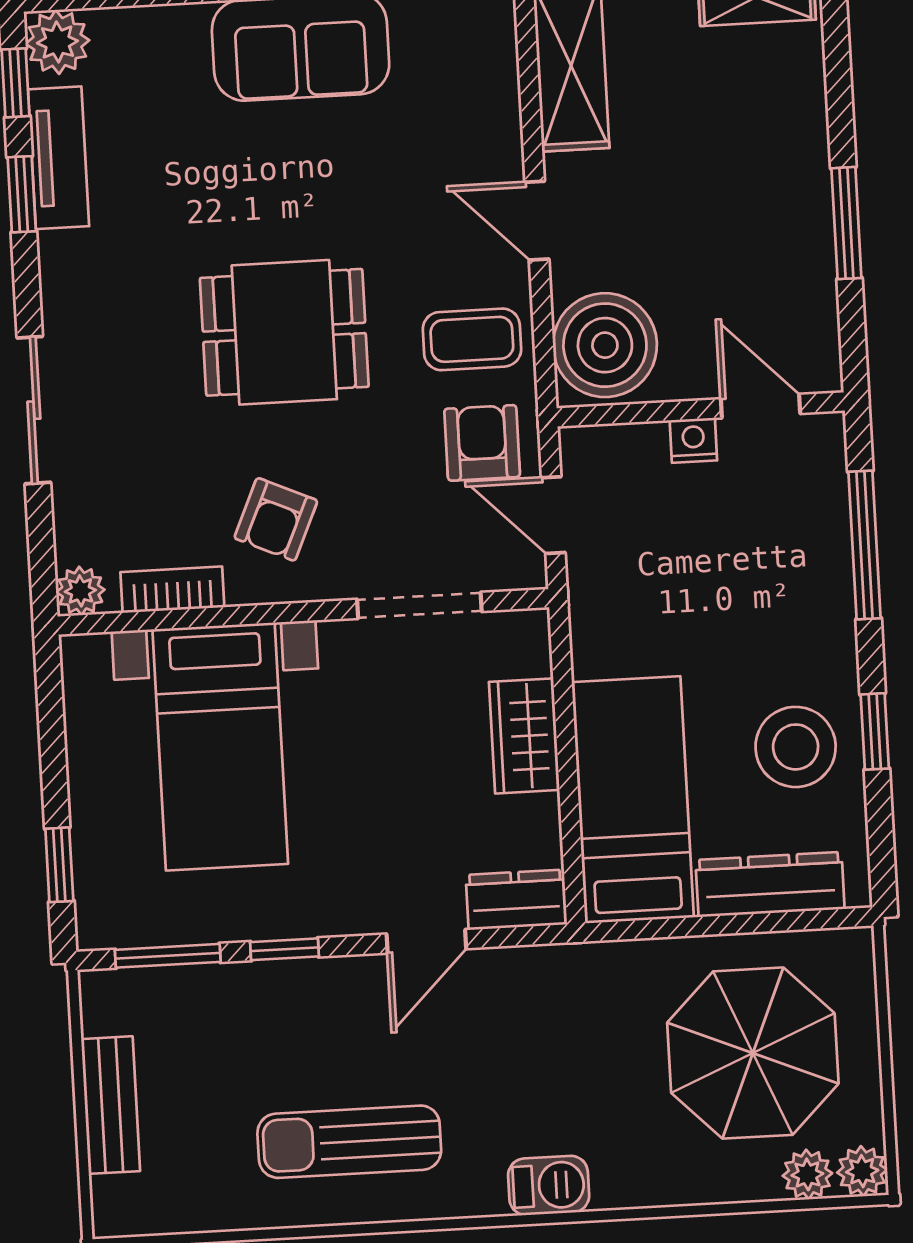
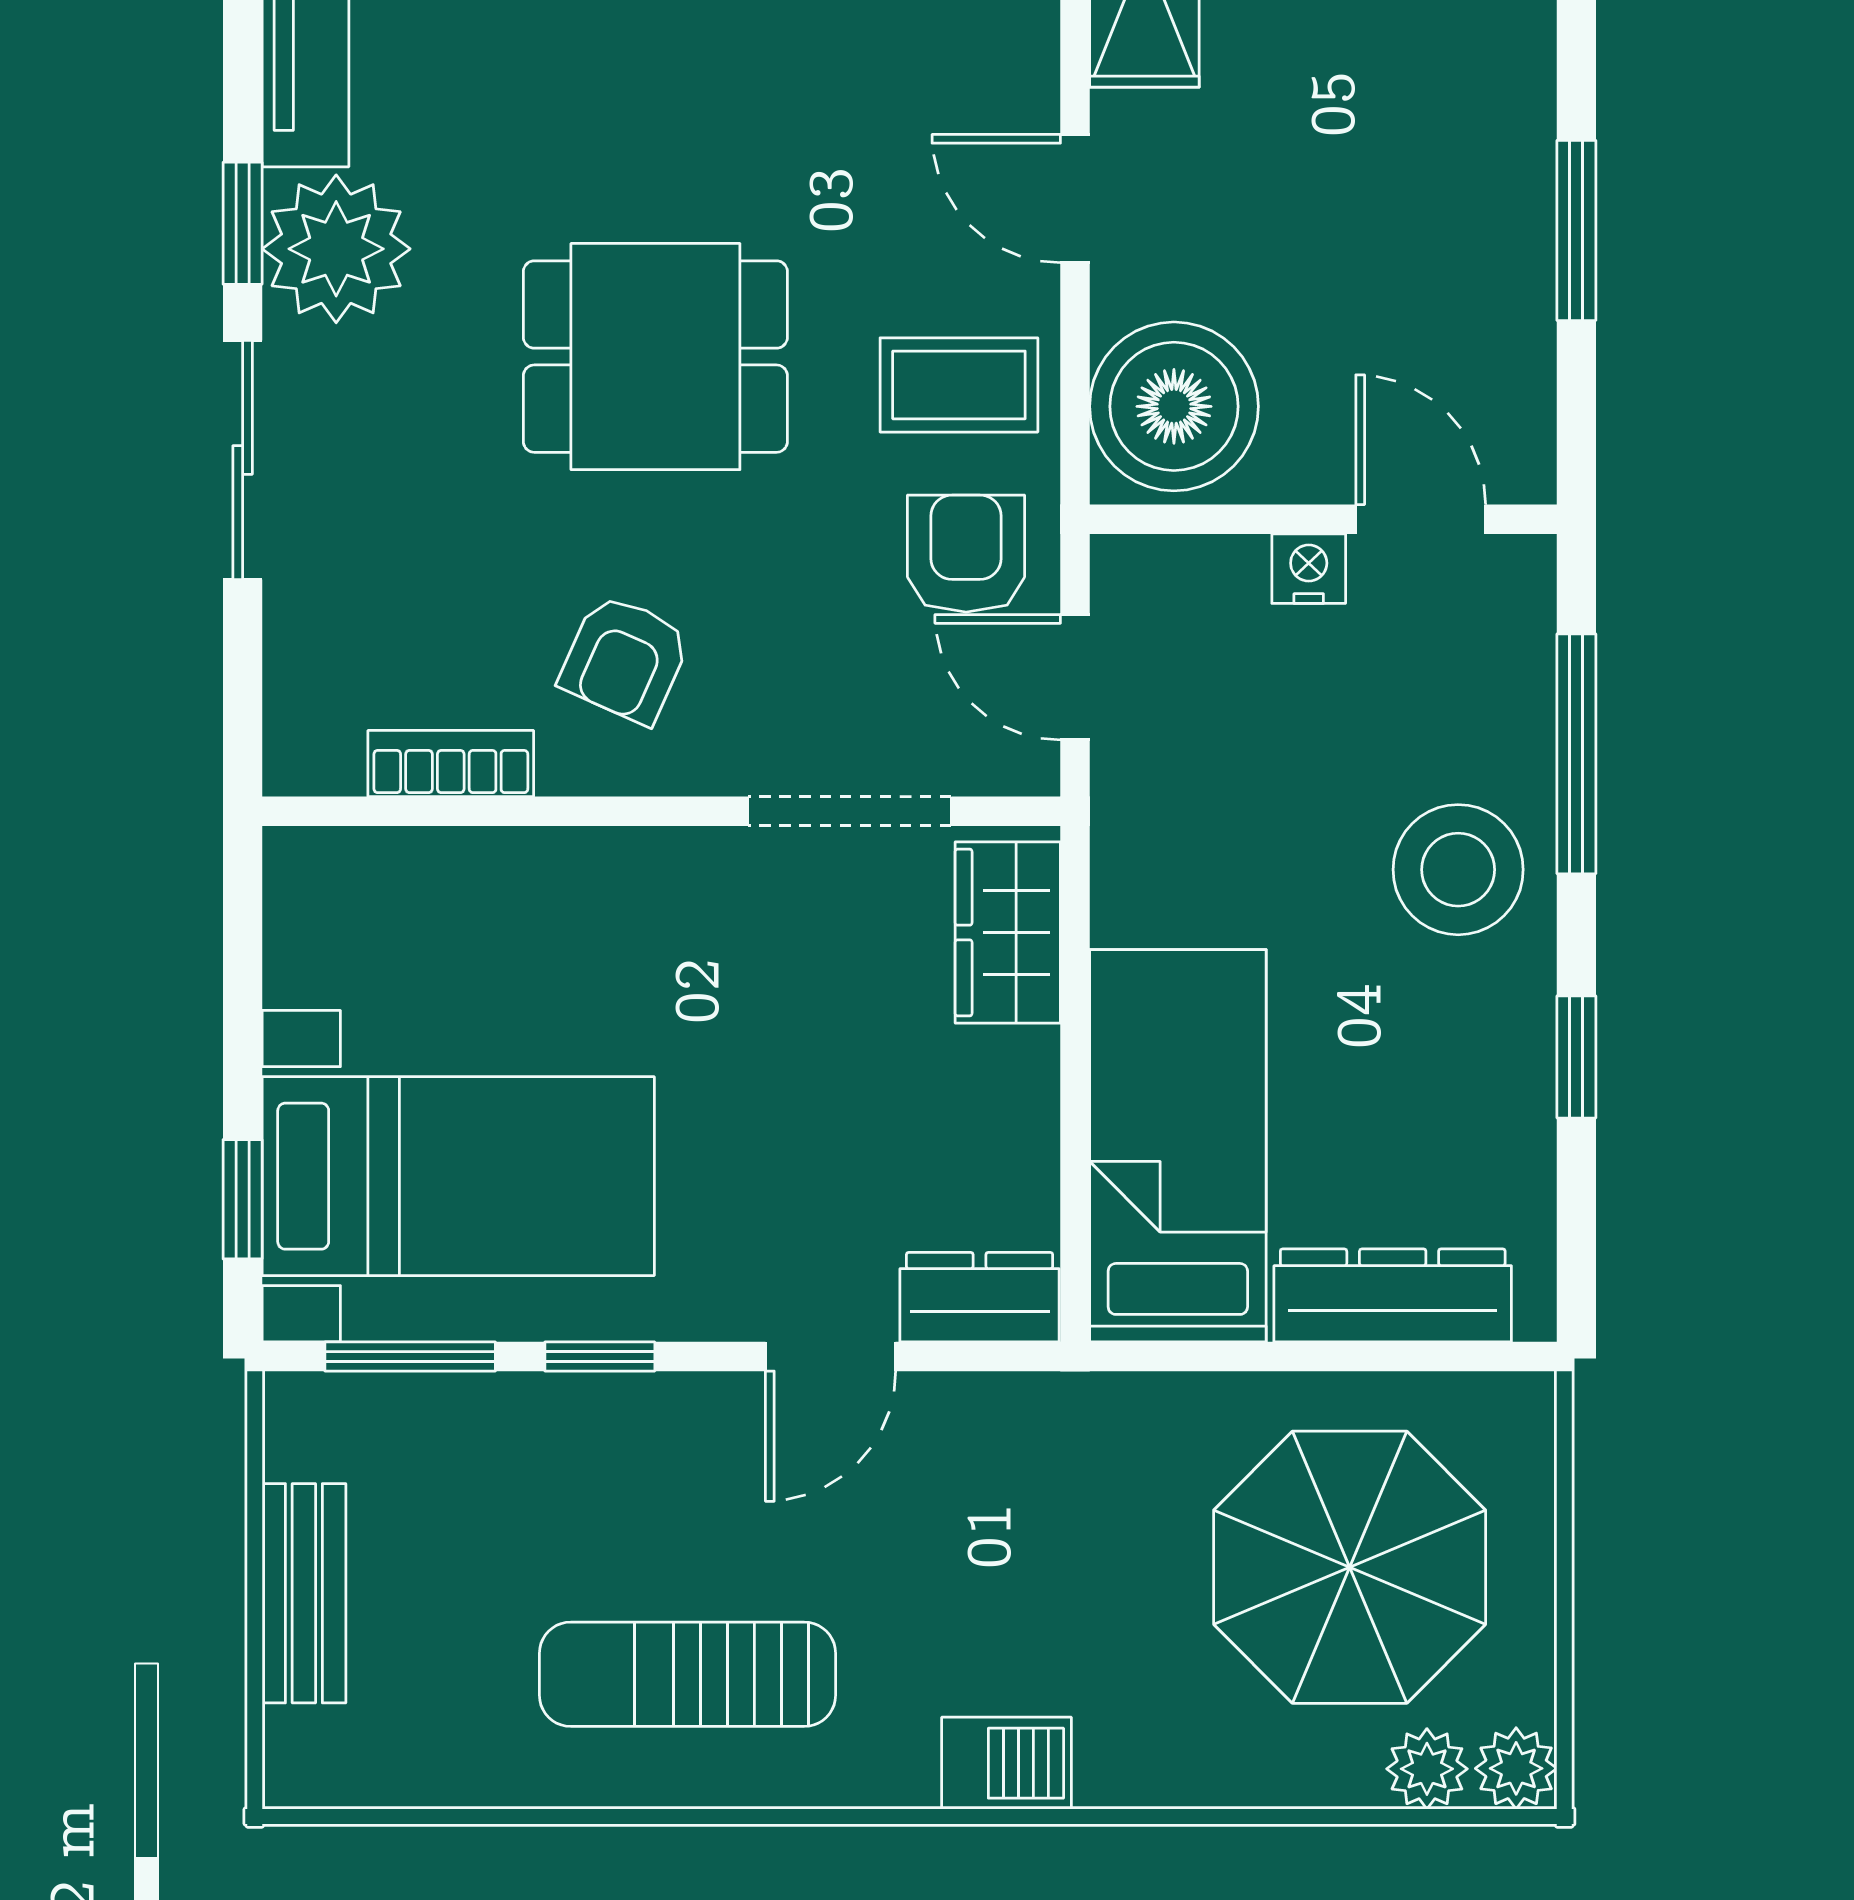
window: (22, 194) -> (243, 223), moved
plant: (80, 591) -> (336, 249), moved, width x1.88, depth x1.88
wardrobe: (524, 736) -> (1008, 933), moved
bed with nightstands: (220, 747) -> (458, 1176), moved, turned -90
stool: (796, 747) -> (1458, 870), moved

